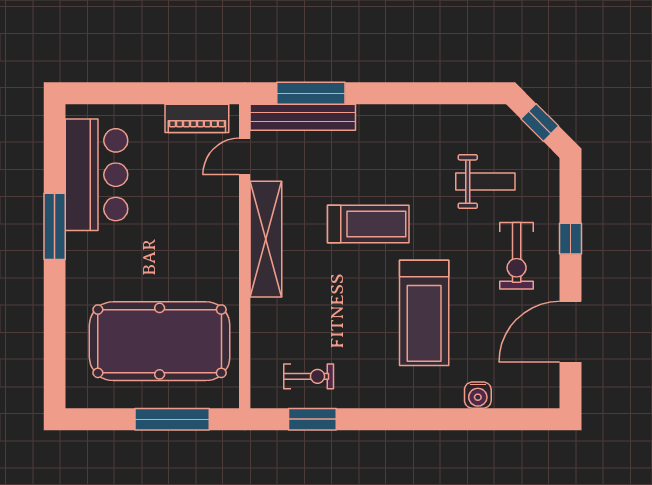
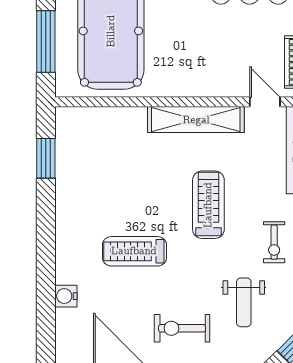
treadmill: (368, 224) -> (208, 205), turned 180
treadmill: (424, 313) -> (134, 251), width x0.73, depth x0.73
exercise bike: (309, 376) -> (274, 242), moved

